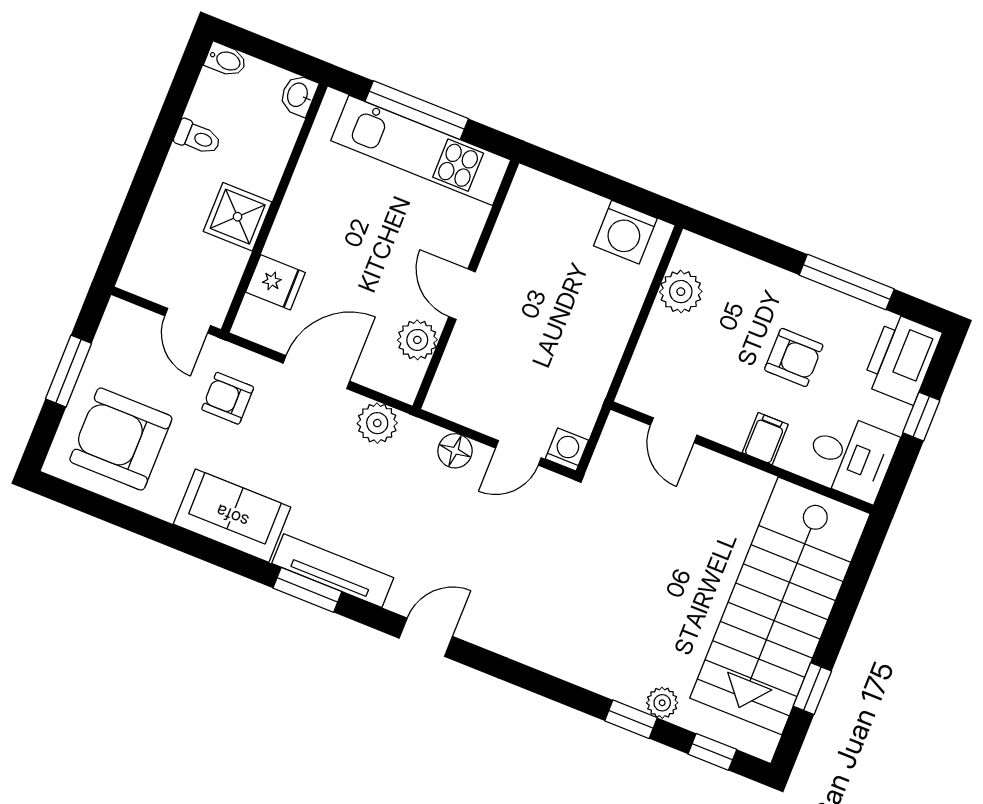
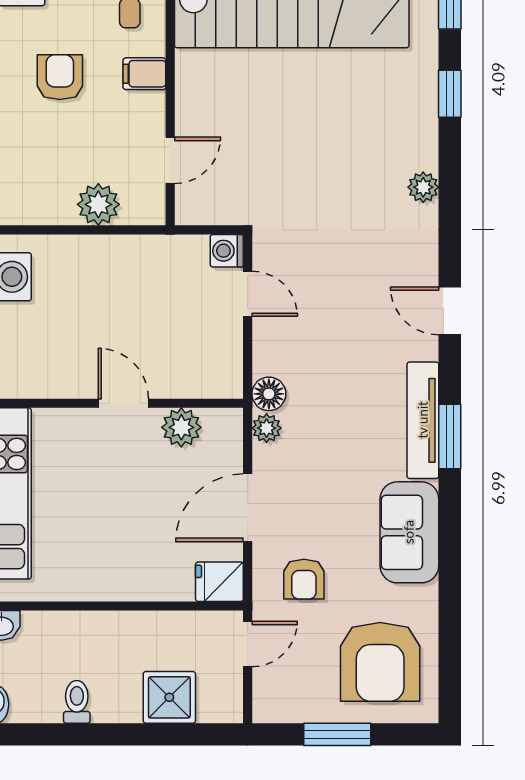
shower: (238, 217) -> (169, 697), moved
fridge: (275, 282) -> (219, 582), moved, turned -90
plant: (681, 292) -> (98, 204), moved
door: (462, 294) -> (123, 403), swing flipped
door: (316, 372) -> (248, 508), hinge flipped
plant: (377, 423) -> (267, 428), width x0.73, depth x0.73
floor lamp: (455, 451) -> (269, 394), moved
plant: (662, 703) -> (423, 187), moved

